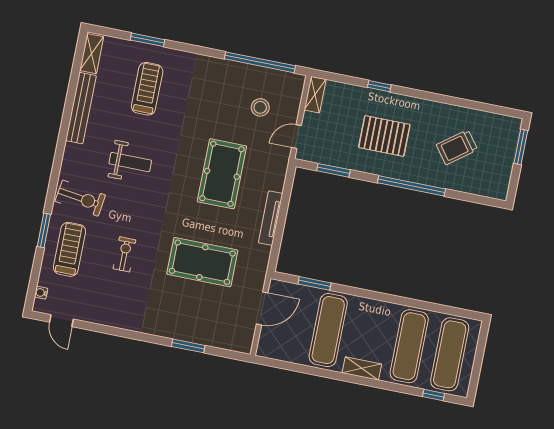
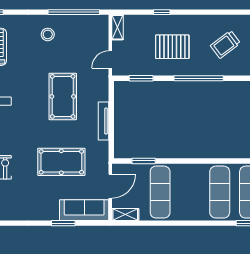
stool: (260, 107) -> (48, 34), moved
sofa: (220, 334) -> (84, 210), added
shelving: (362, 368) -> (125, 214), moved

